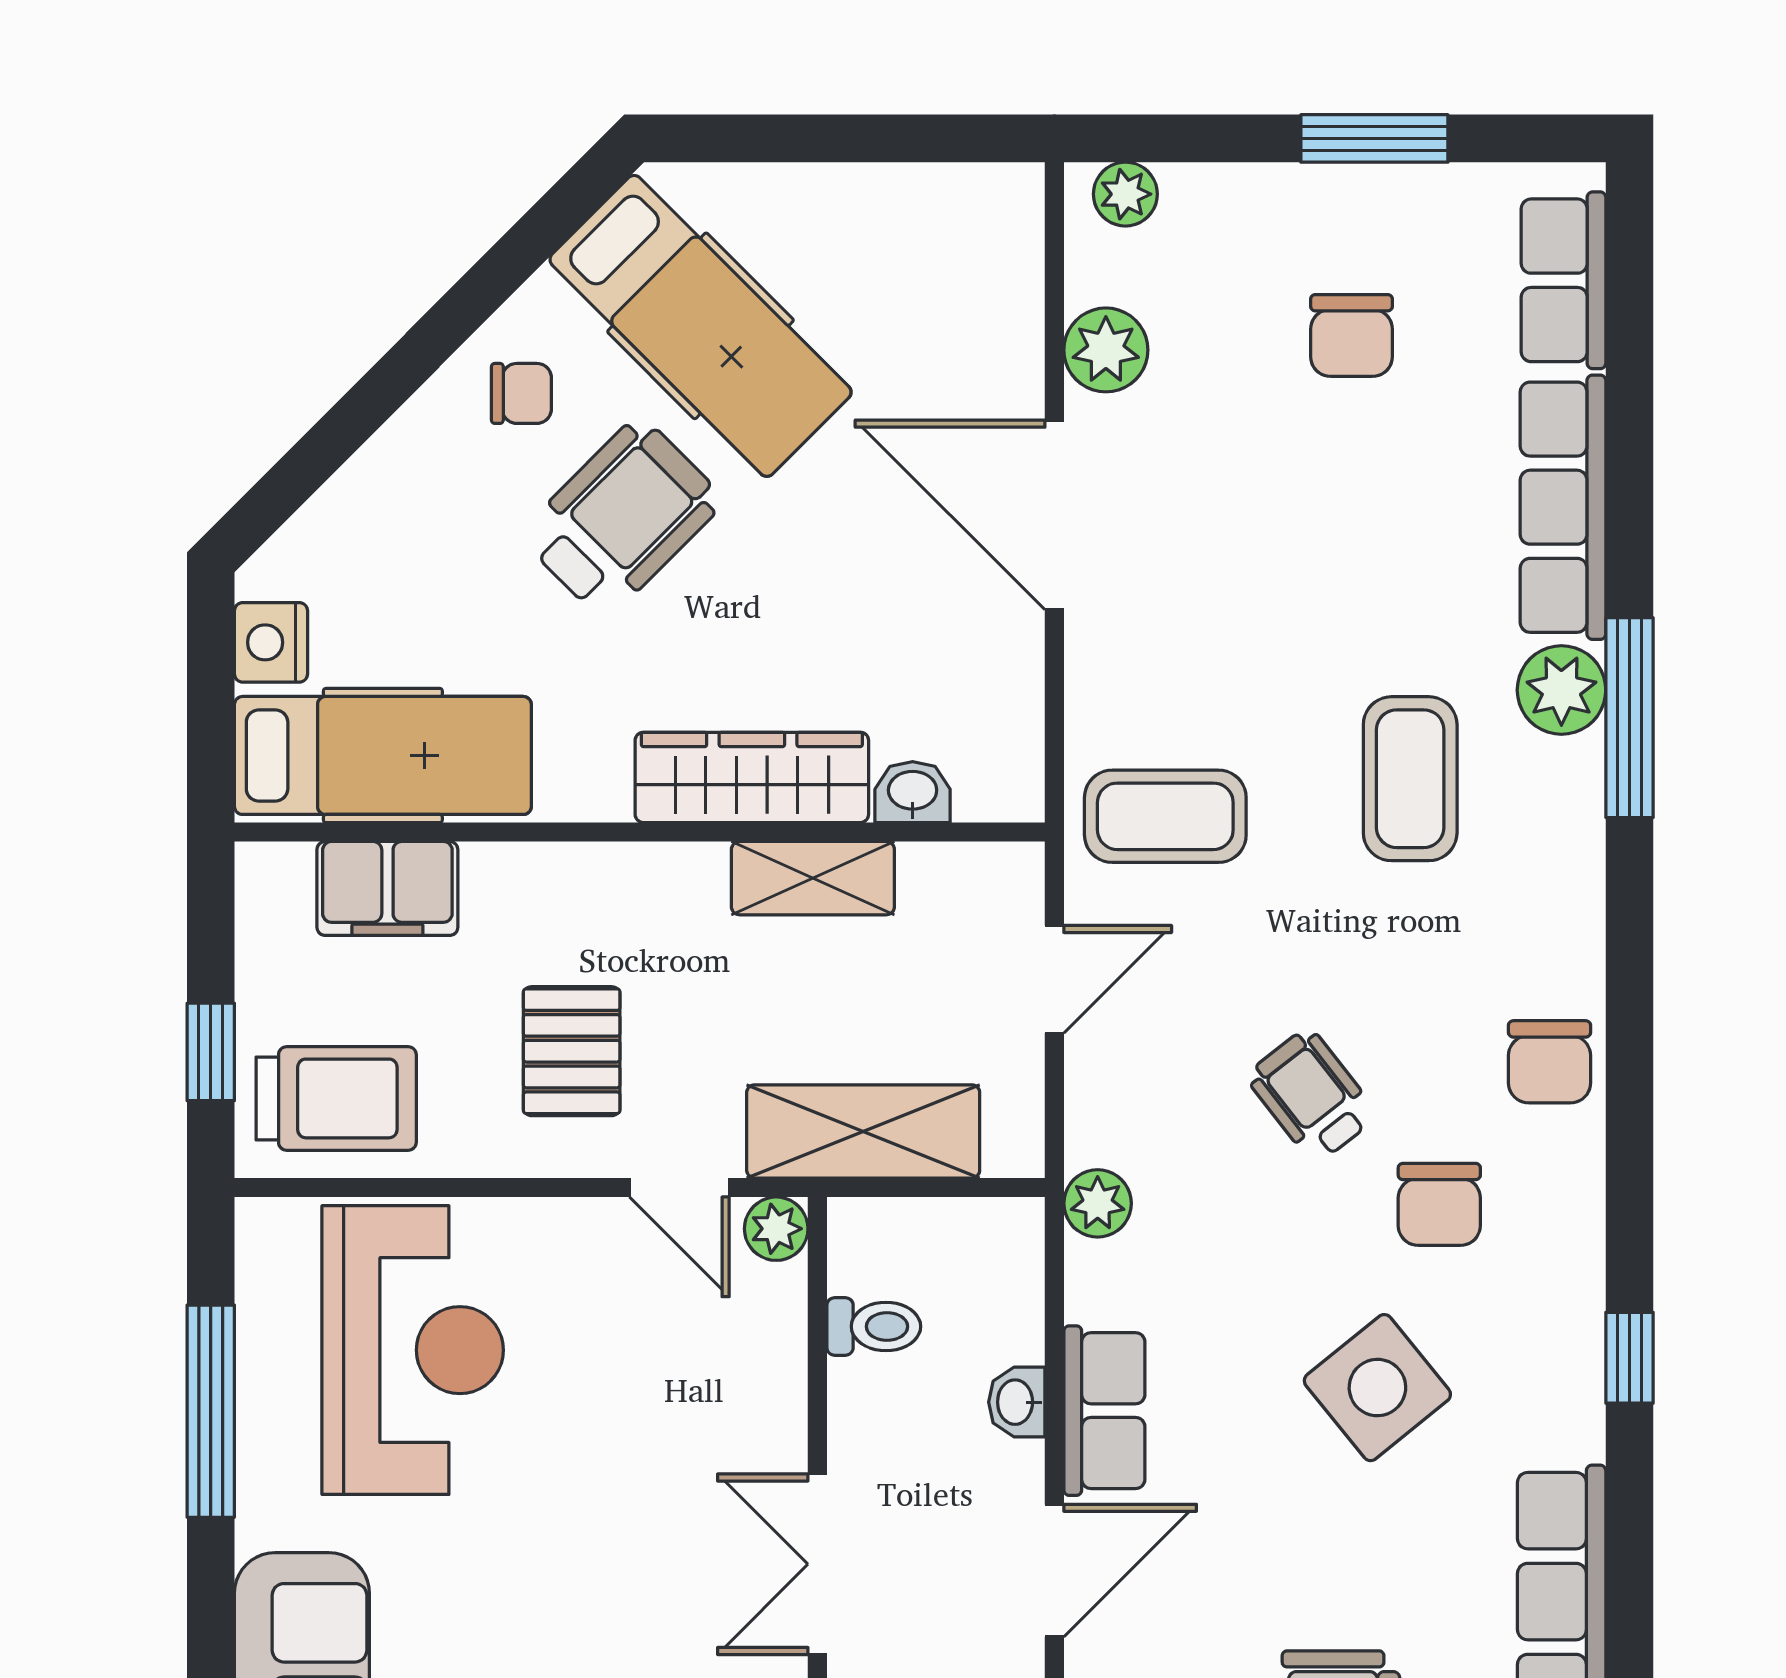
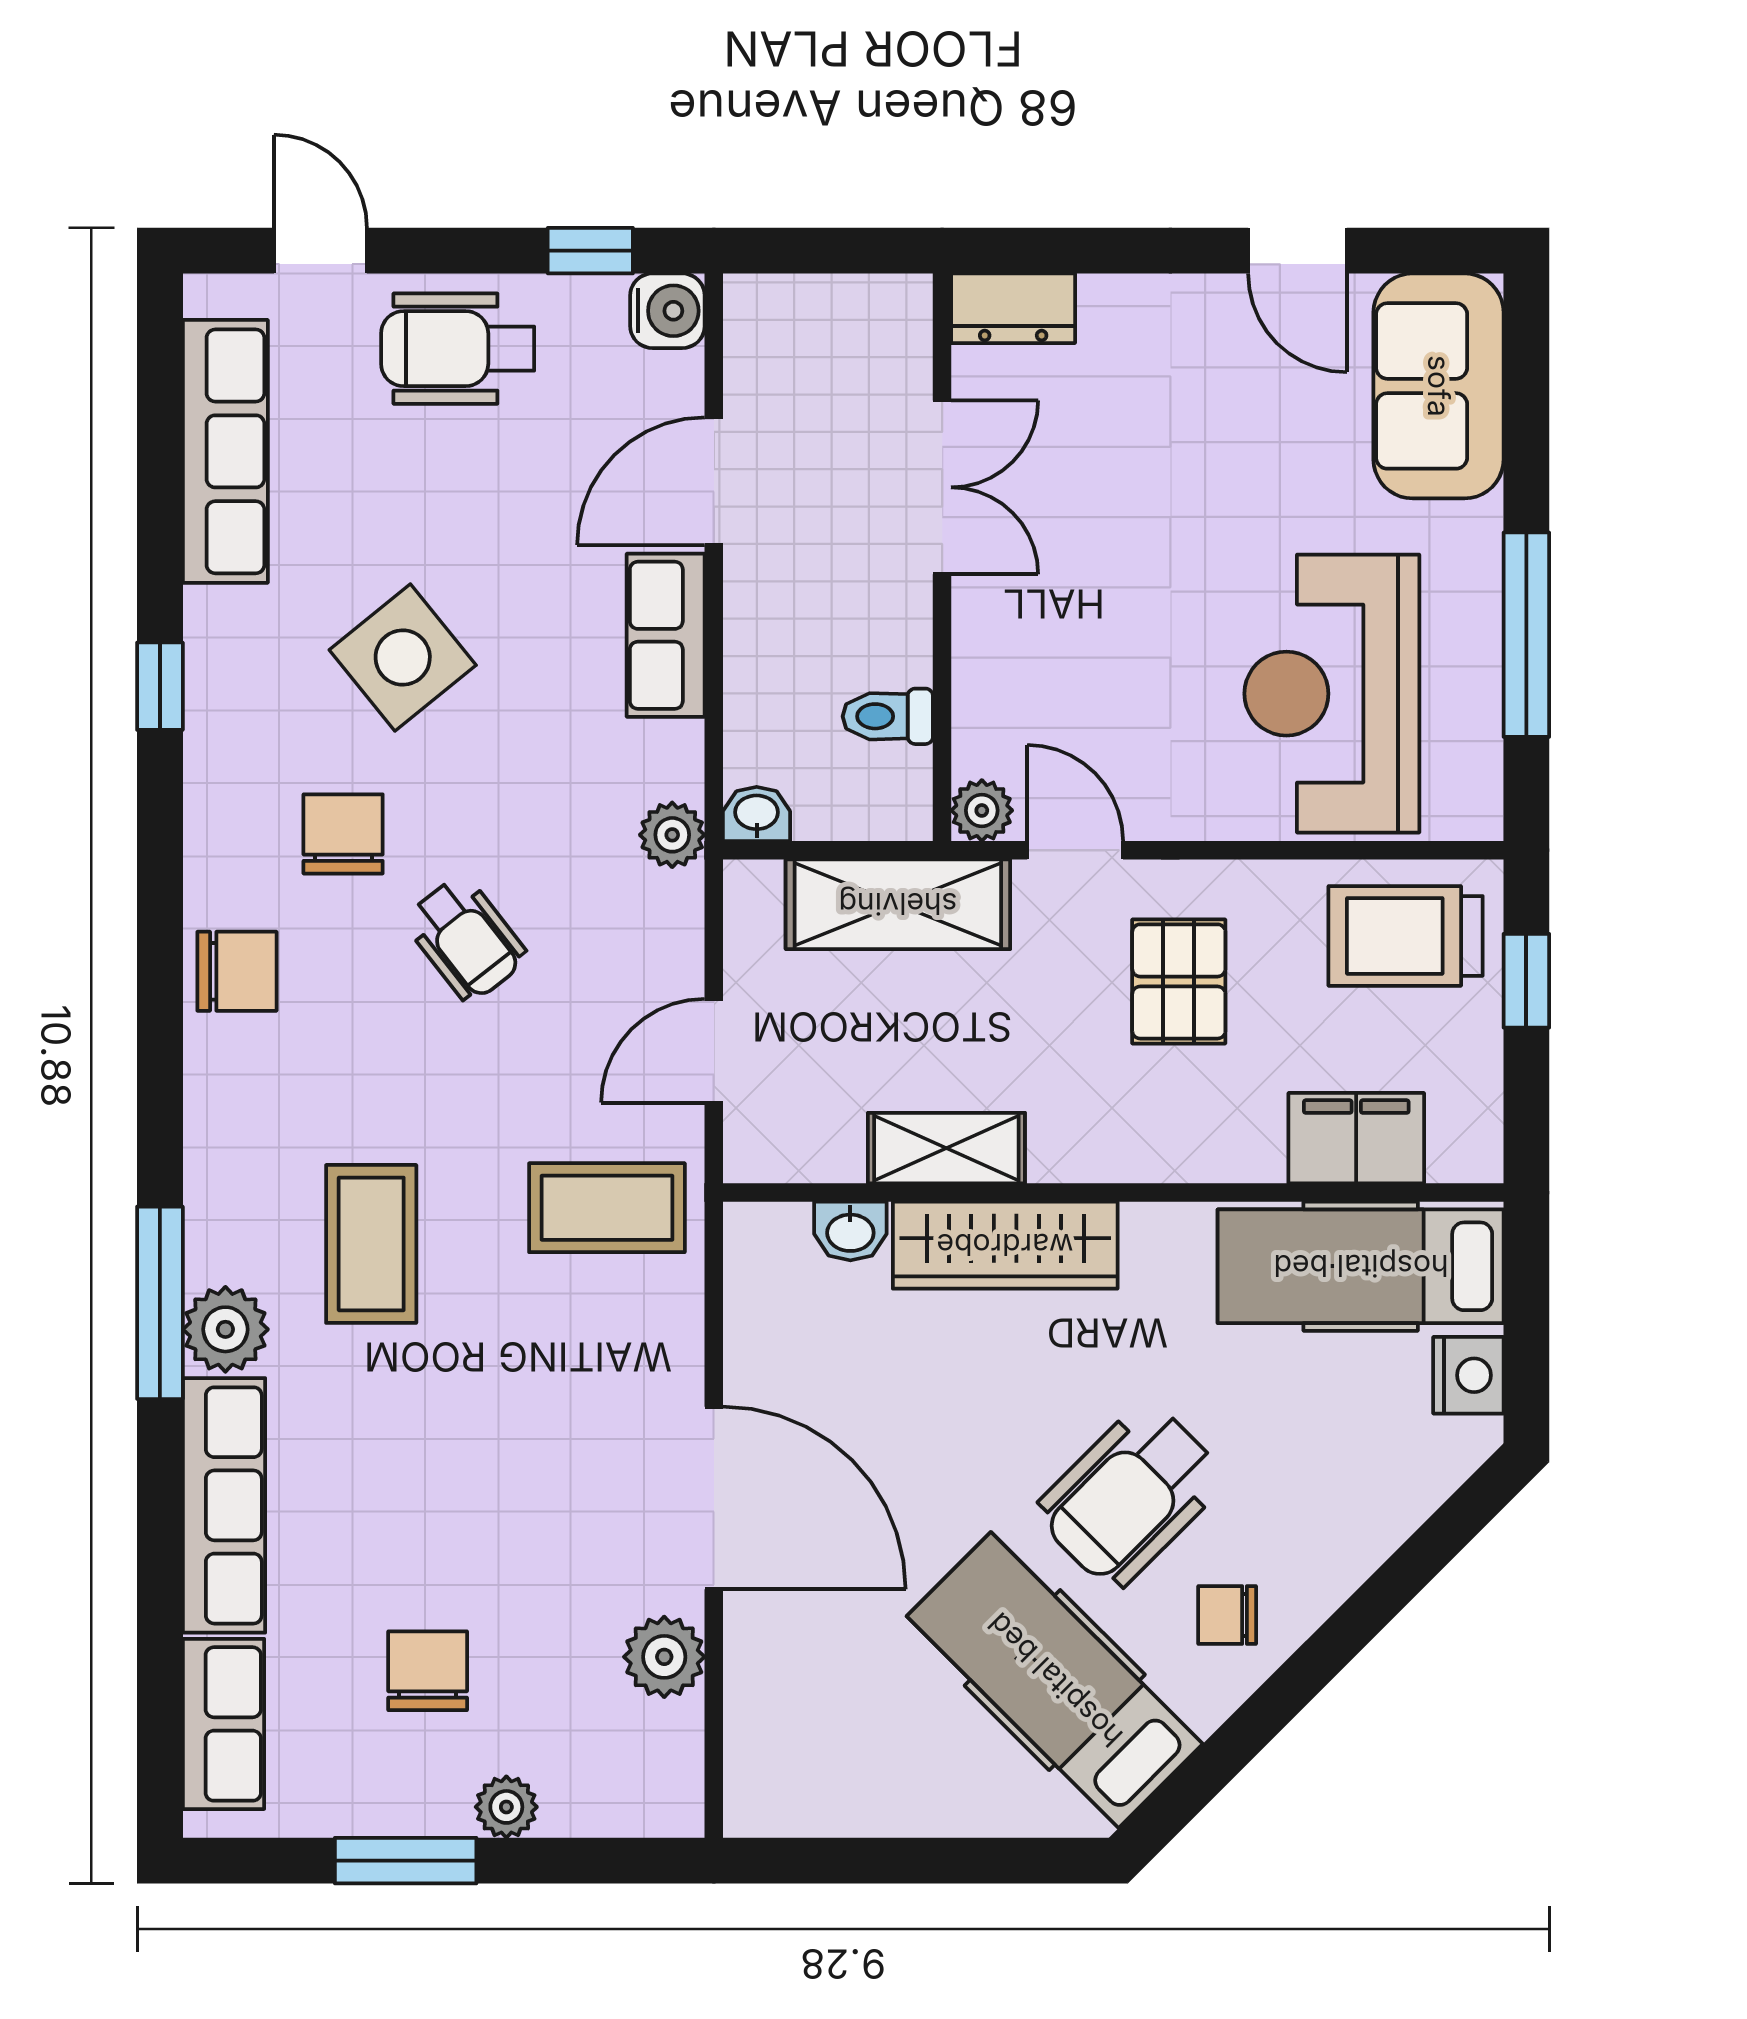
plant: (1125, 194) -> (506, 1807), moved
chair: (1550, 1062) -> (237, 971), turned 90
washbasin: (1017, 1402) -> (757, 814), moved, turned -90

